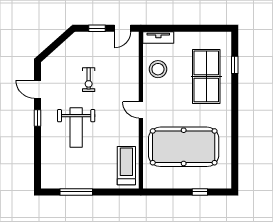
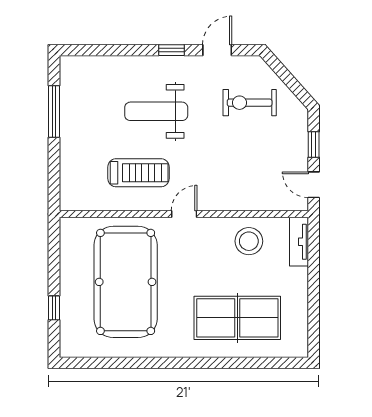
window: (235, 65) -> (256, 363), removed
exercise bike: (89, 80) -> (250, 103), moved, width x1.38, depth x1.39
treadmill: (126, 166) -> (138, 173), moved

